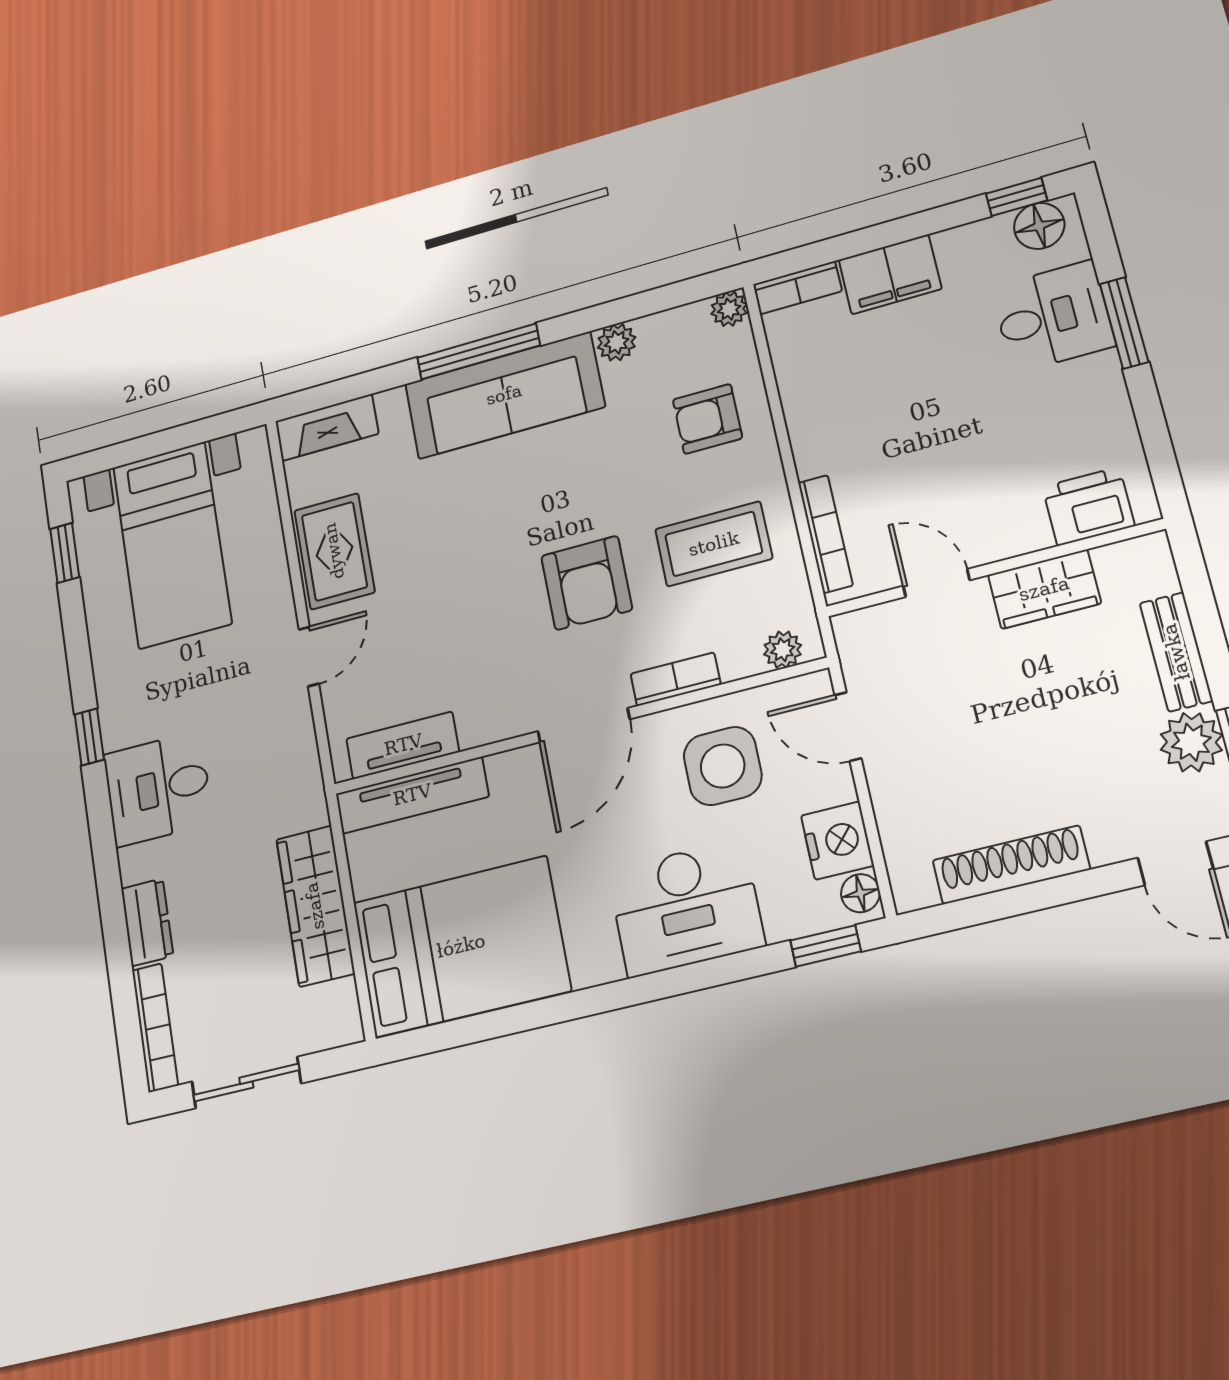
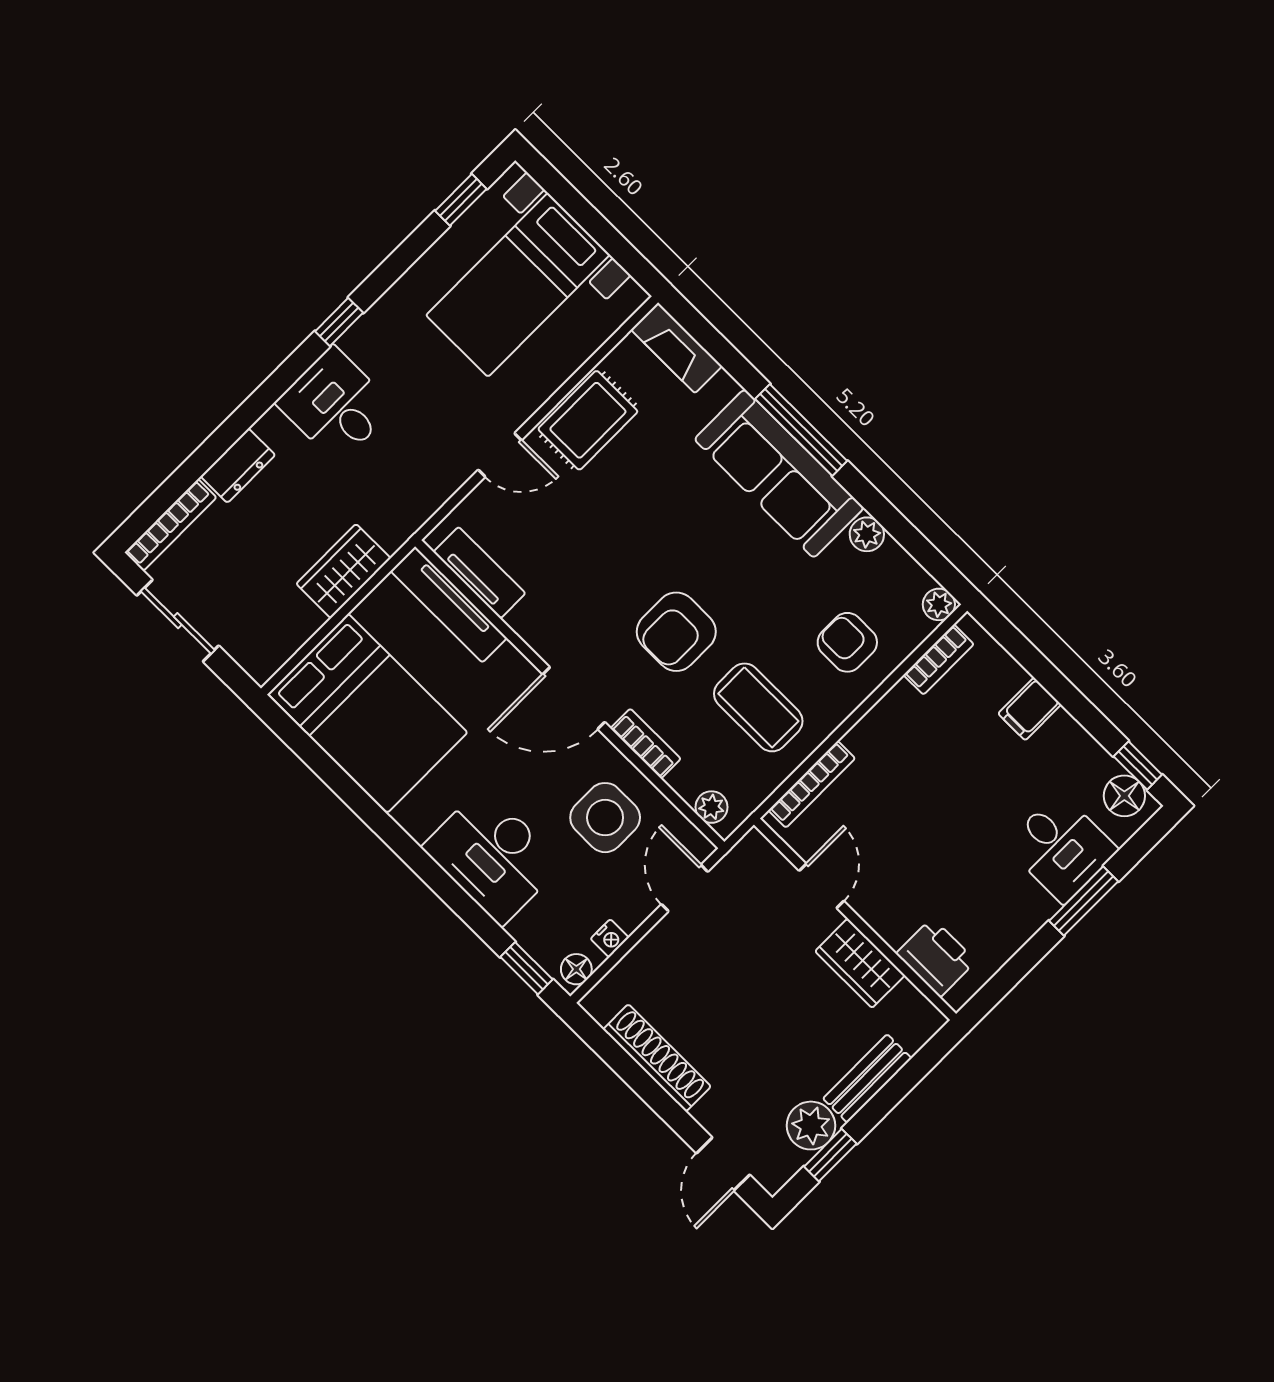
filing cabinet: (890, 274) -> (1030, 709), width x0.50
bookcase: (797, 288) -> (939, 660), moved, turned -90
nightstand: (837, 841) -> (610, 938), width x0.53, depth x0.56
wardrobe: (315, 906) -> (343, 571), width x0.67

